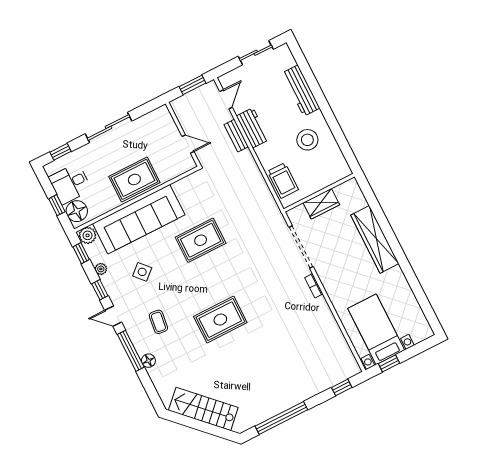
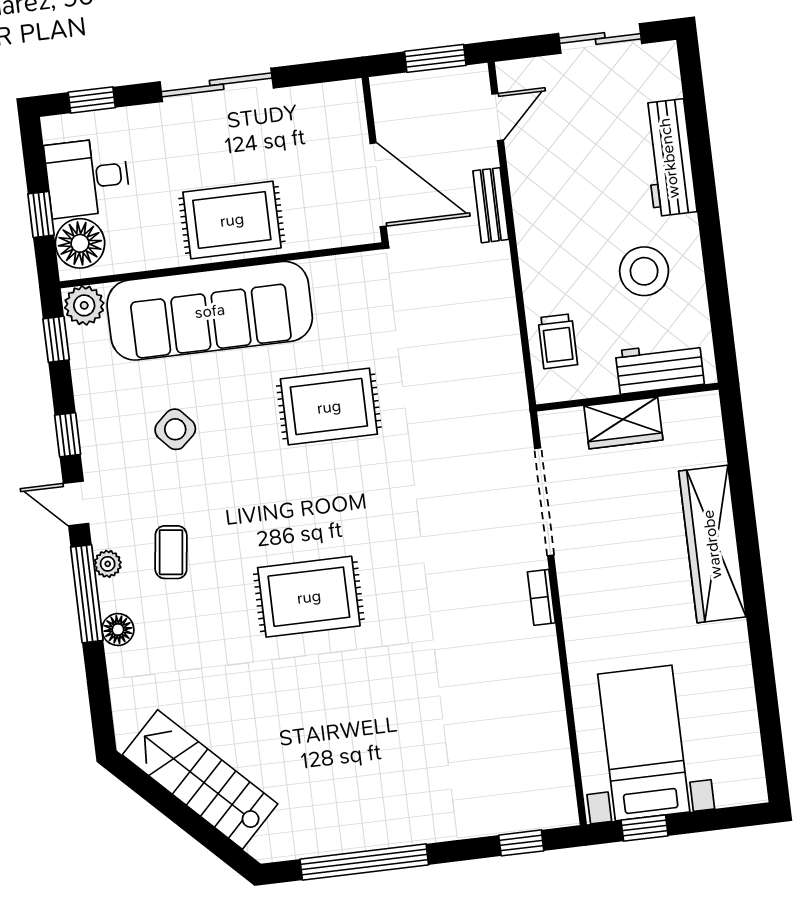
workbench: (253, 128) -> (660, 368), moved, turned -90
door: (188, 144) -> (378, 185), width x1.88
trolley: (283, 181) -> (558, 341), width x0.73, depth x0.72
plant: (101, 269) -> (108, 564), moved

